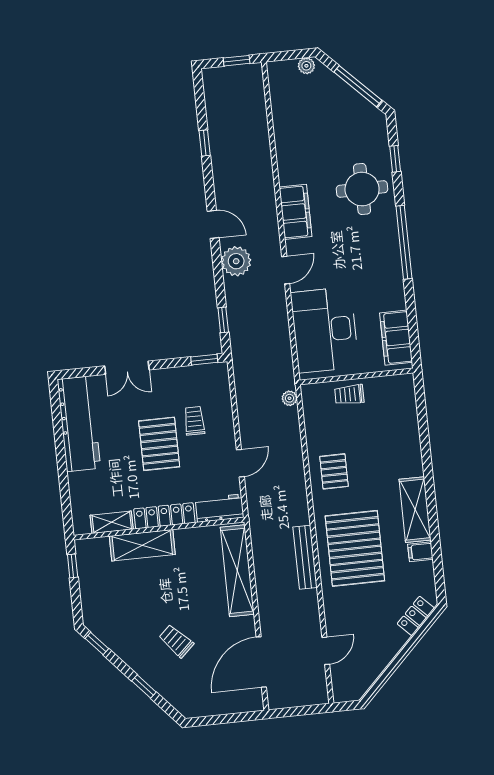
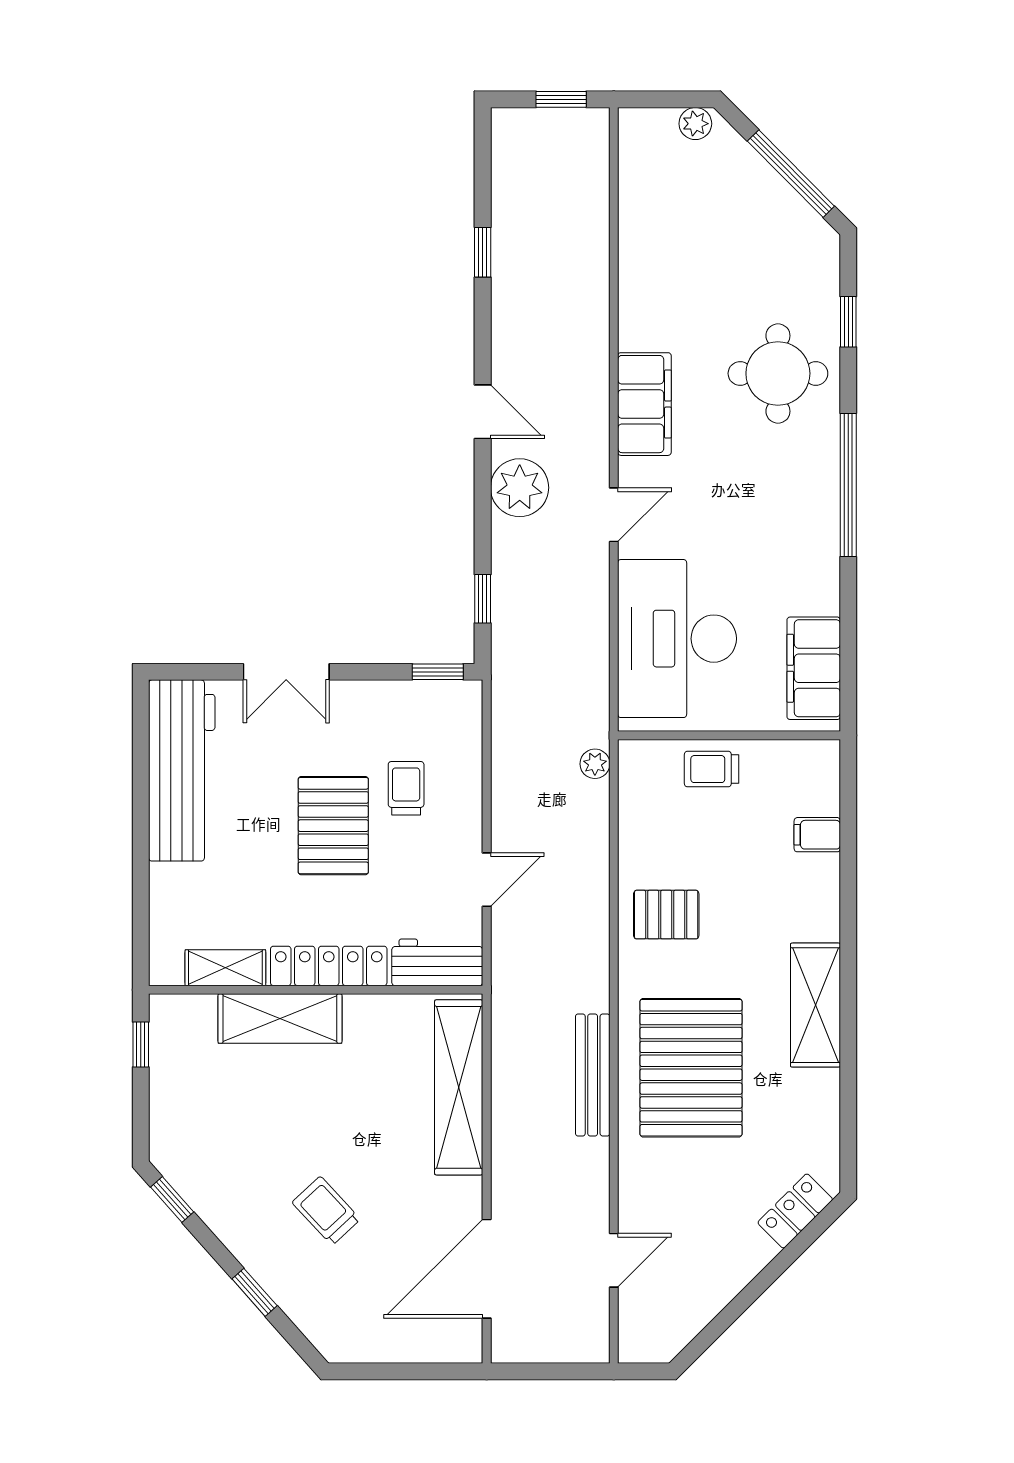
pallet: (334, 471) -> (666, 915), turned 90
filing cabinet: (420, 552) -> (817, 835), moved

